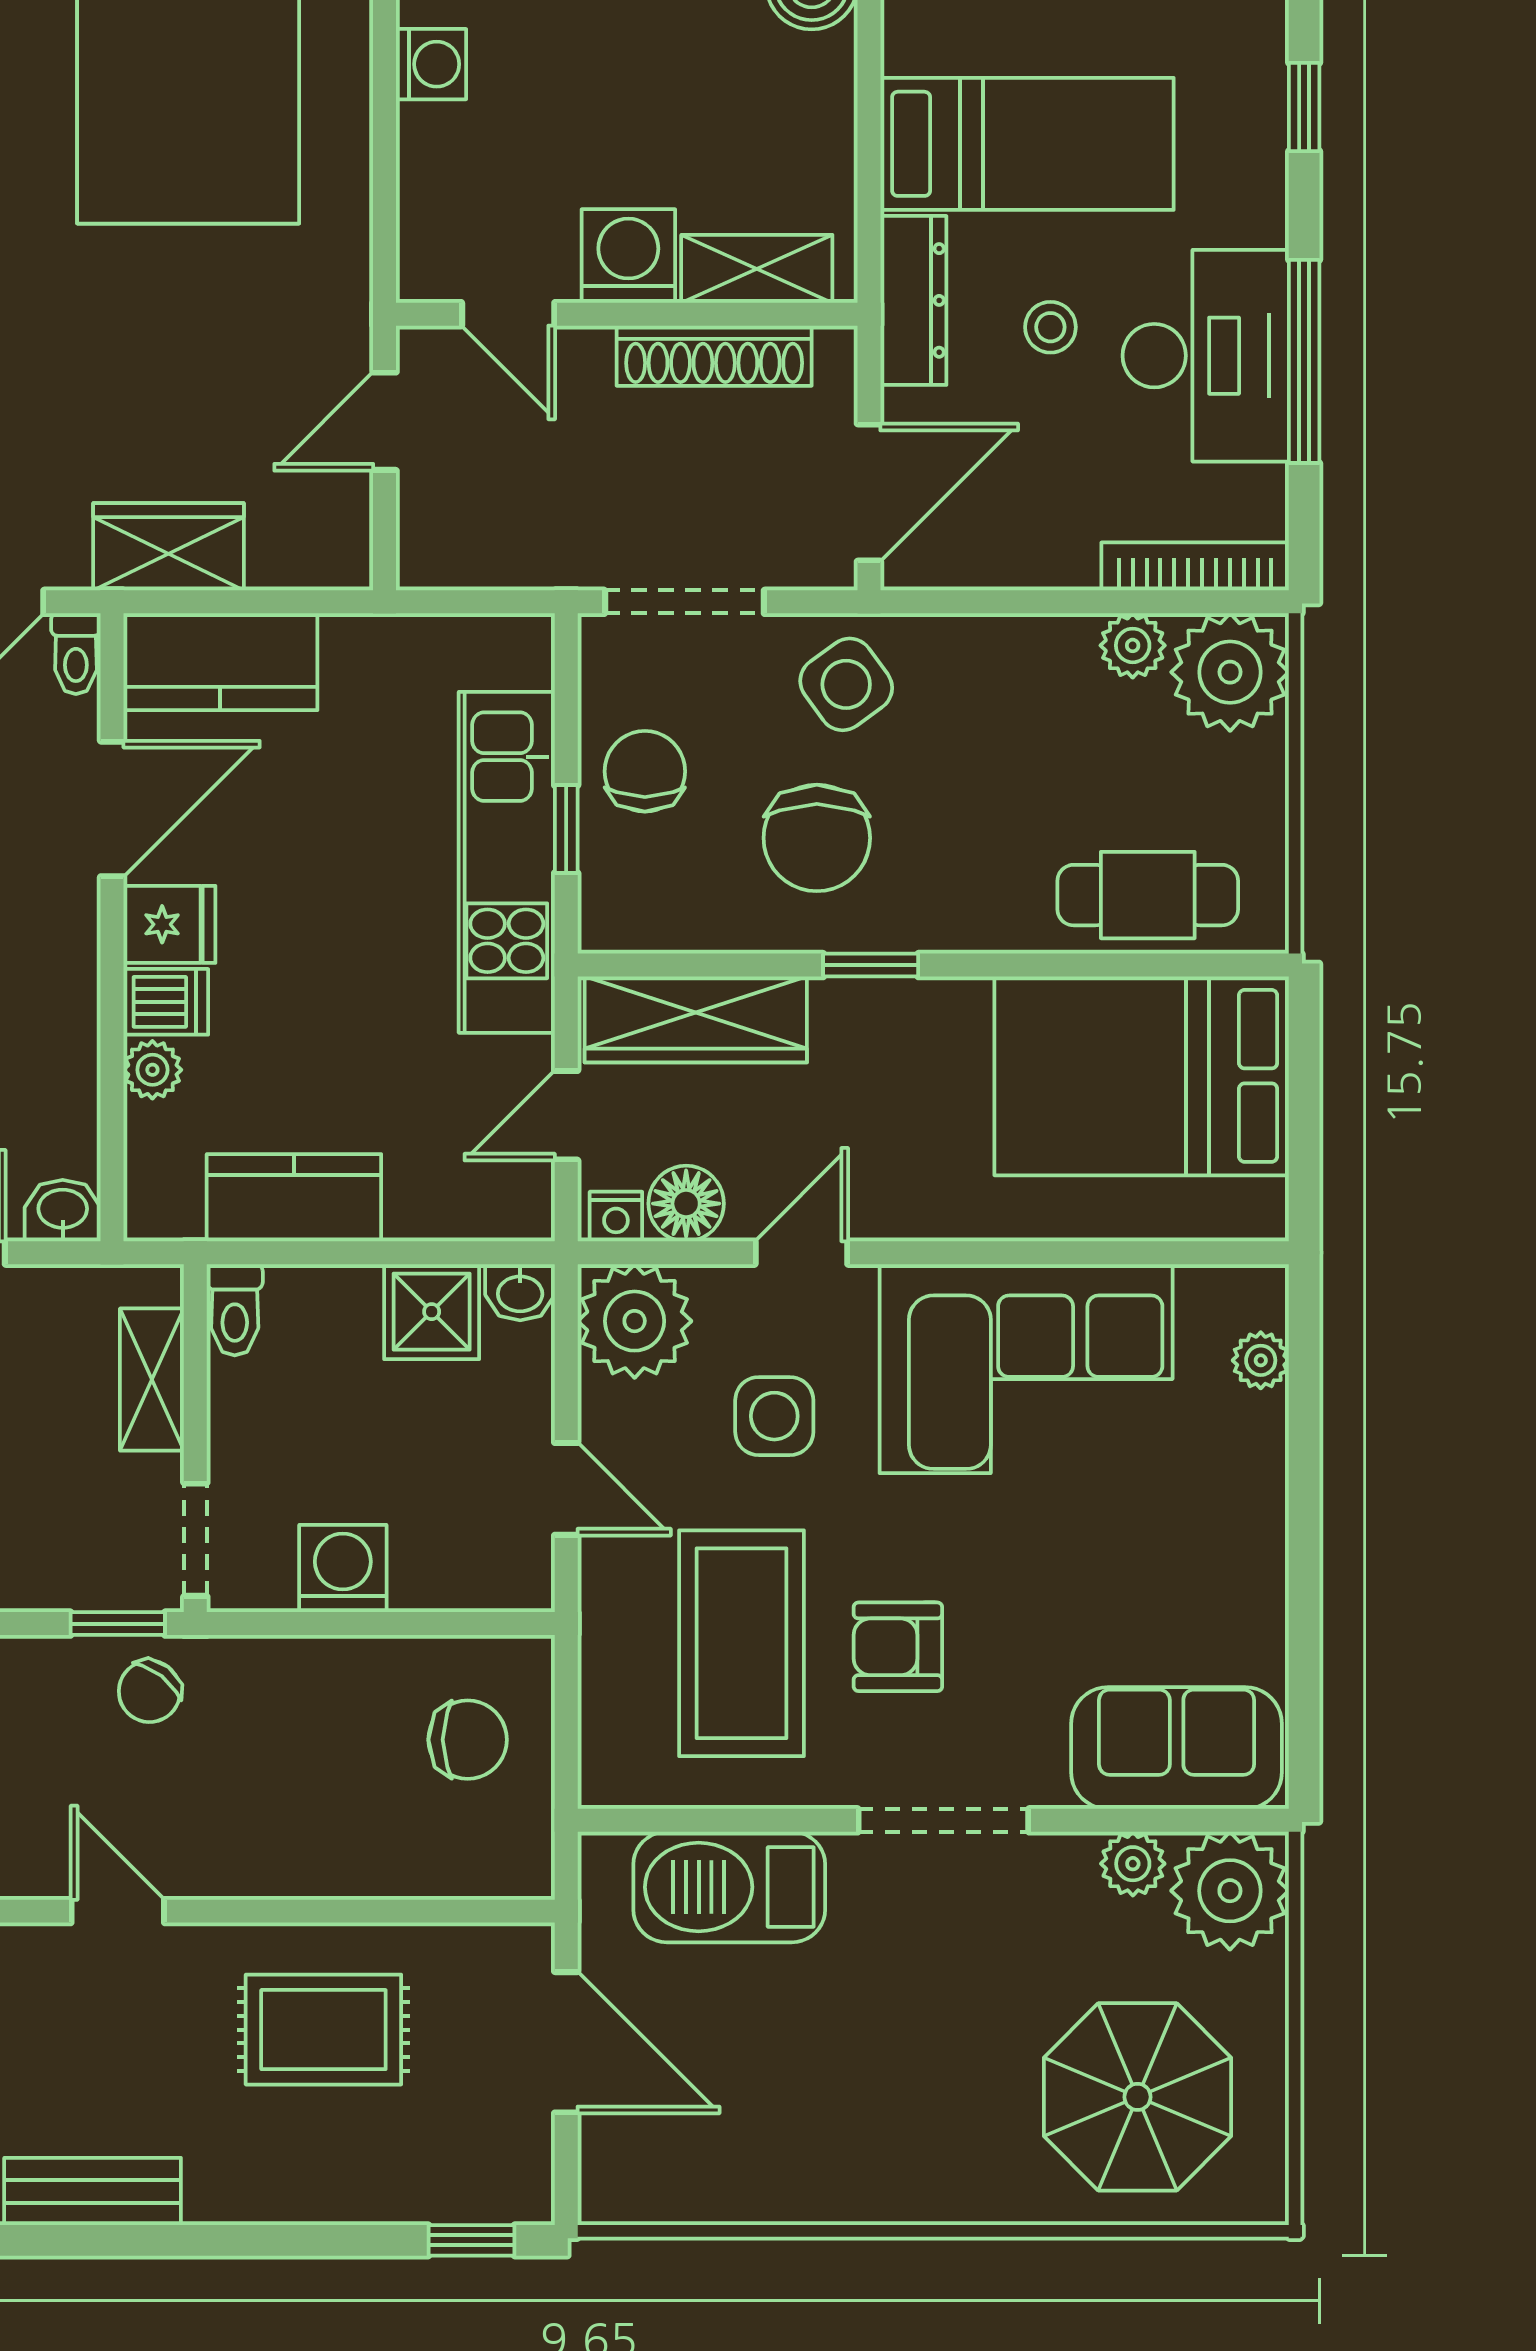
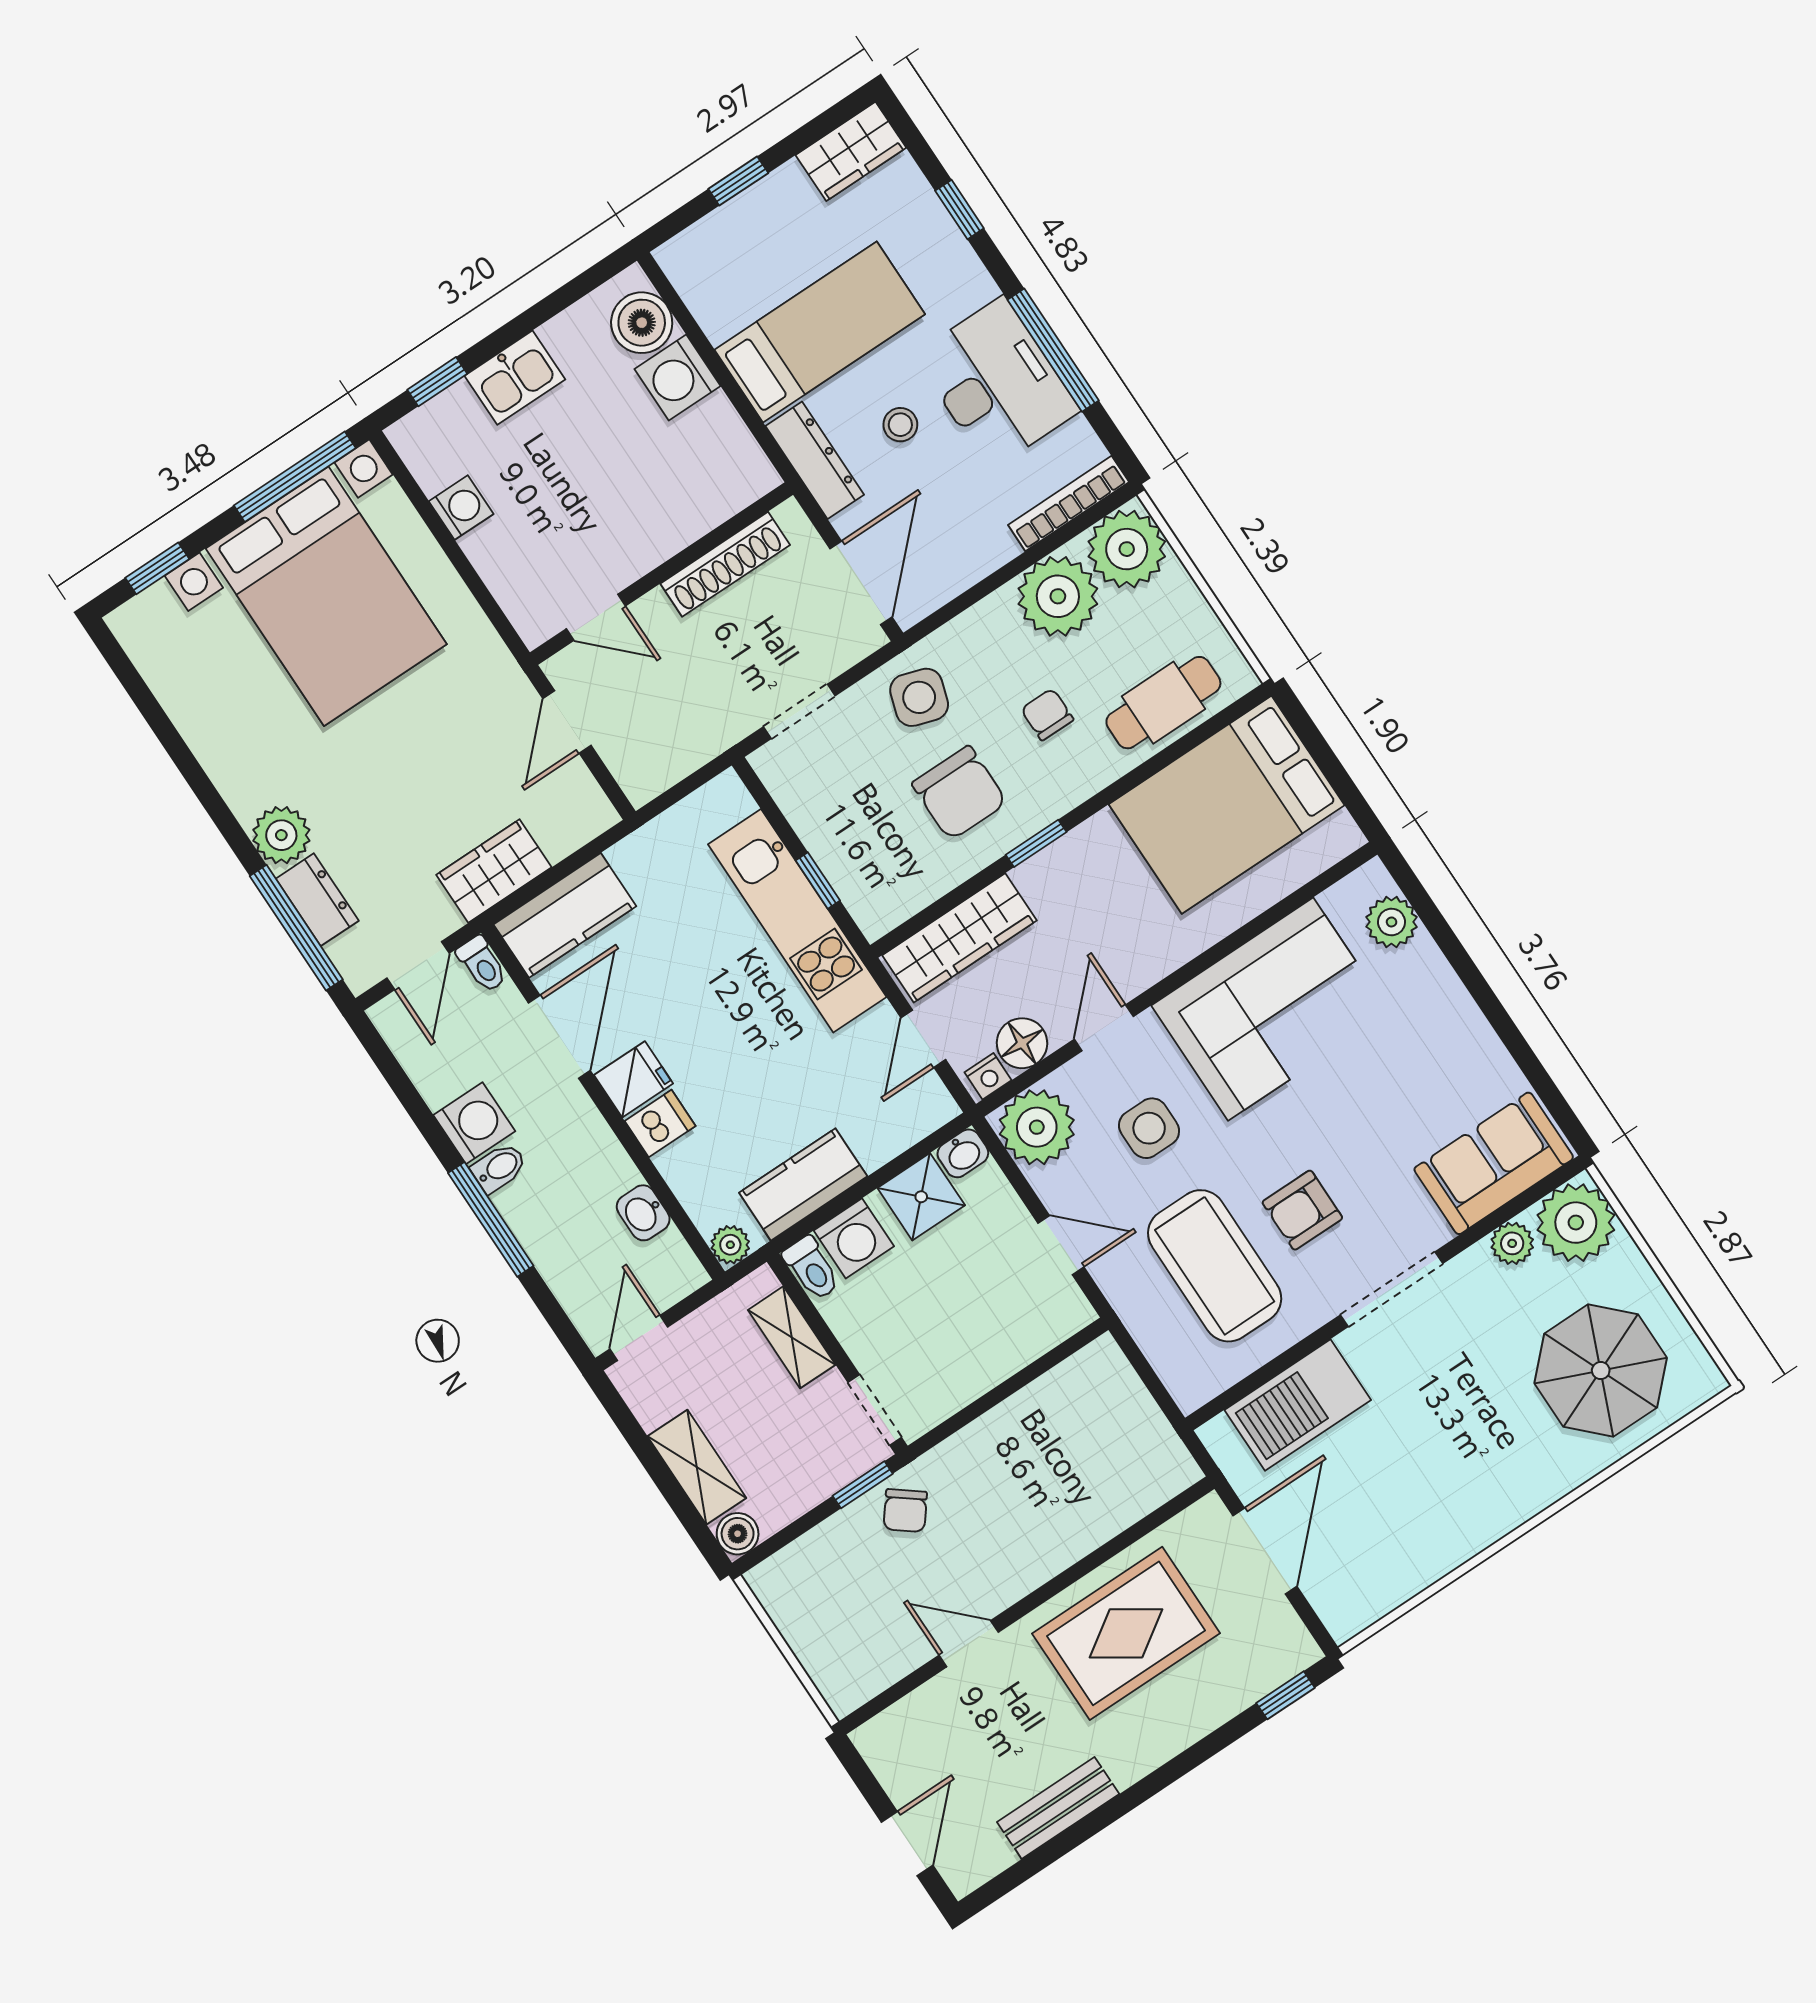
washing machine: (628, 256) -> (678, 378), moved, turned -90
shelving: (757, 269) -> (717, 501), removed
doorway: (684, 602) -> (799, 711), width x0.73
plant: (1133, 645) -> (1058, 596), width x1.88, depth x1.88
side table: (846, 684) -> (919, 697), turned -36
chair: (645, 771) -> (1047, 714), moved, width x0.73, depth x0.73
plant: (152, 1070) -> (730, 1245), moved
washbasin: (63, 1211) -> (643, 1213), moved, turned -90
plant: (1261, 1360) -> (1391, 922), width x1.38, depth x1.38
washing machine: (343, 1569) -> (854, 1238), moved, turned 180
chair: (468, 1740) -> (1099, 1420), removed
rug: (323, 2030) -> (1126, 1633), width x1.36, depth x1.43
door: (566, 2042) -> (1265, 1551), hinge flipped

